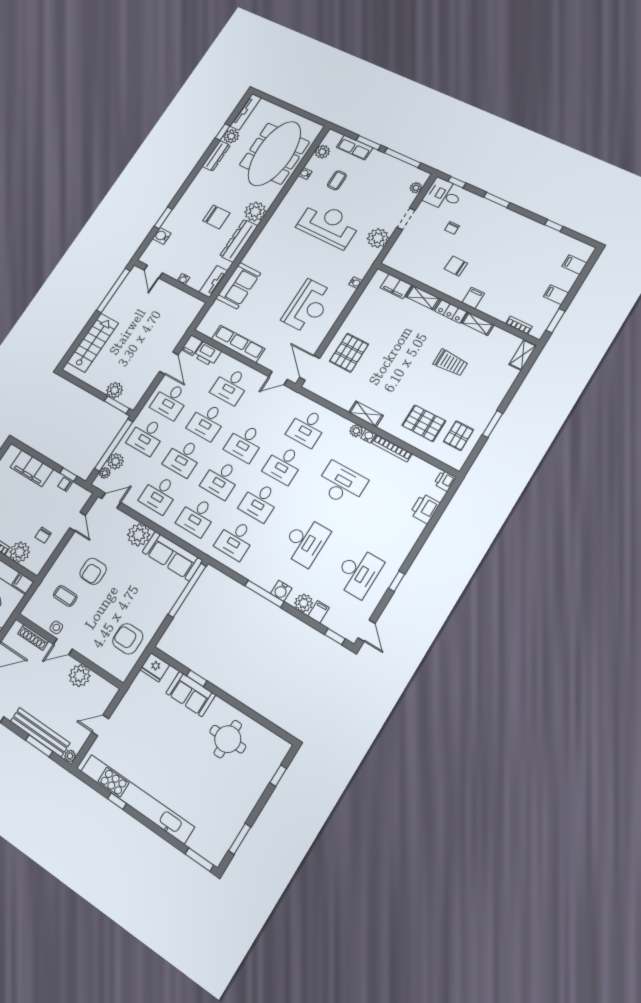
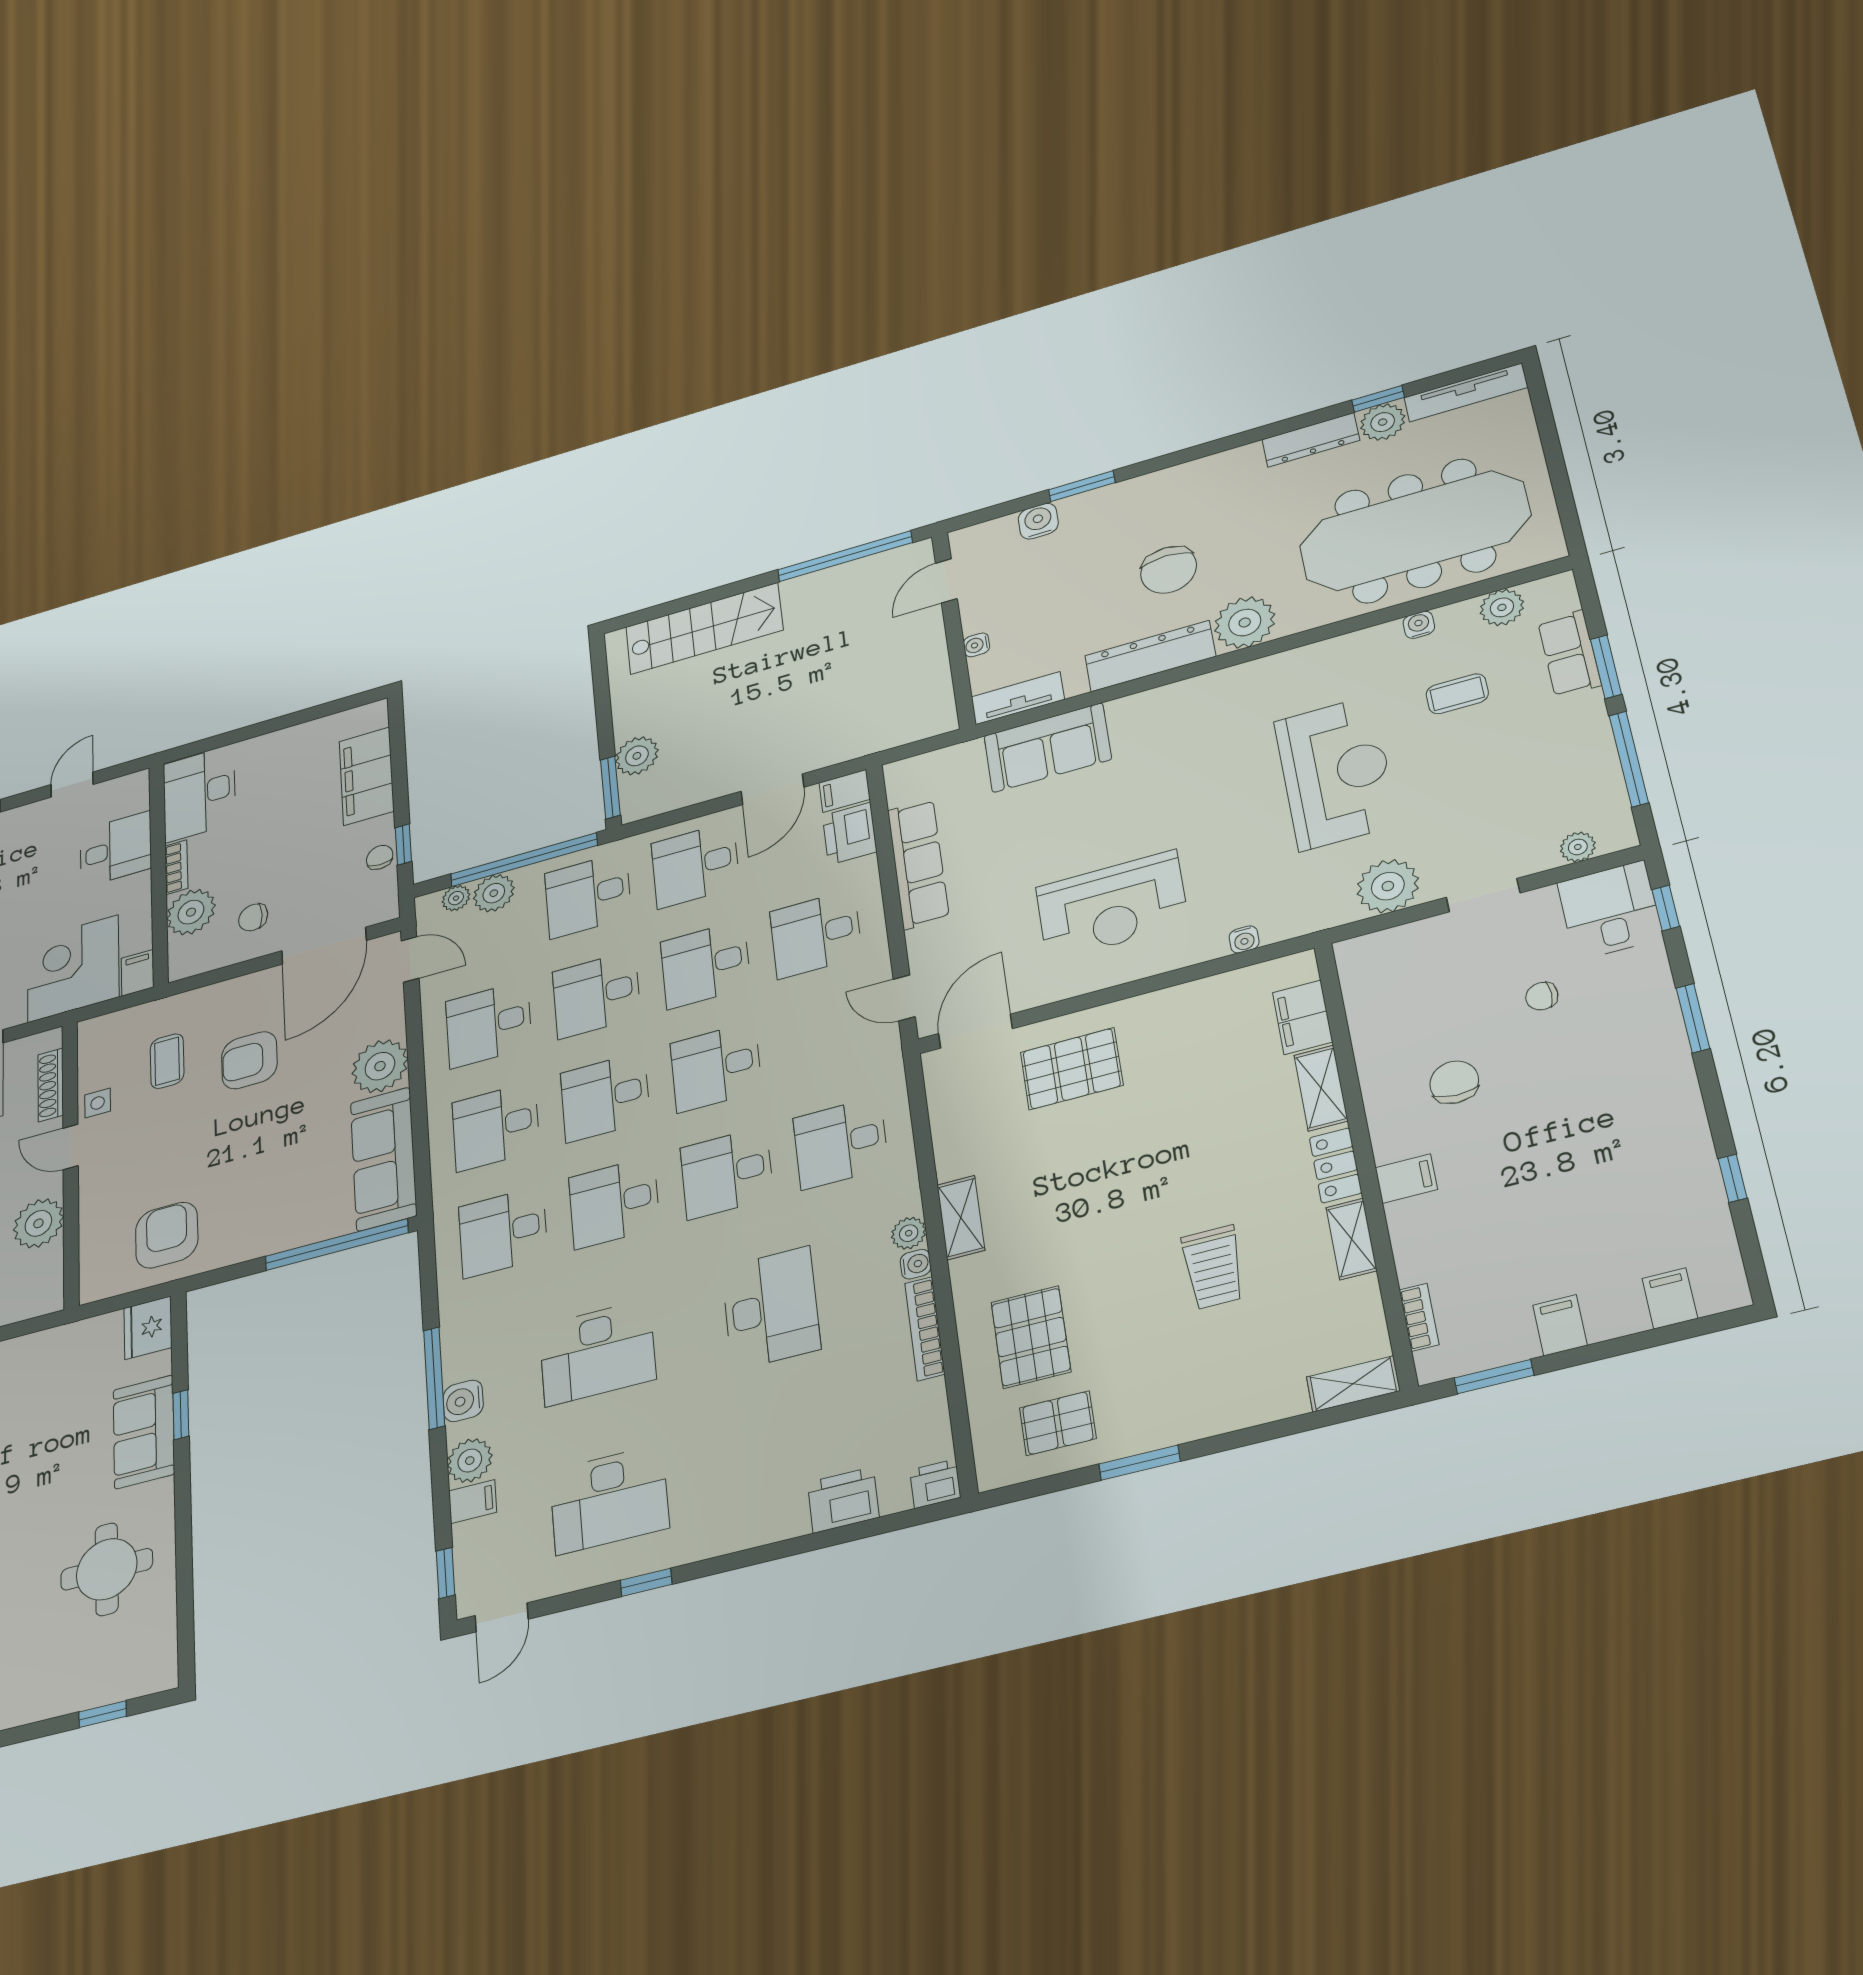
door: (77, 522) -> (324, 946), width x1.87

